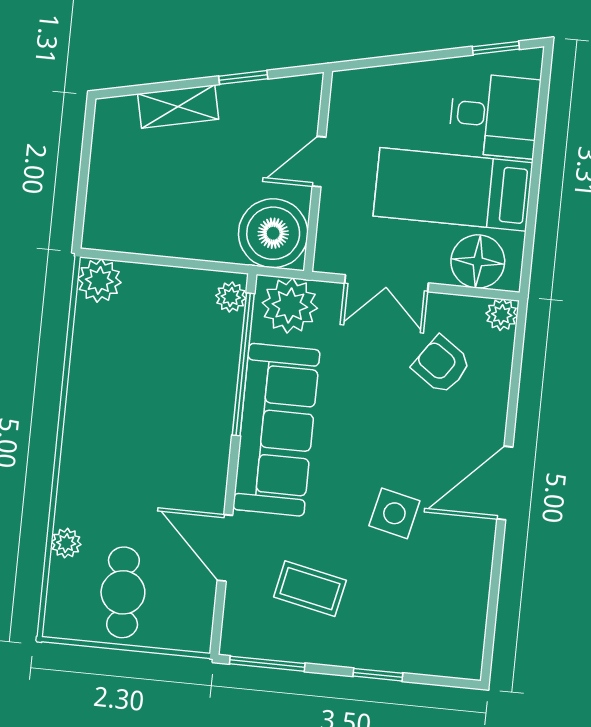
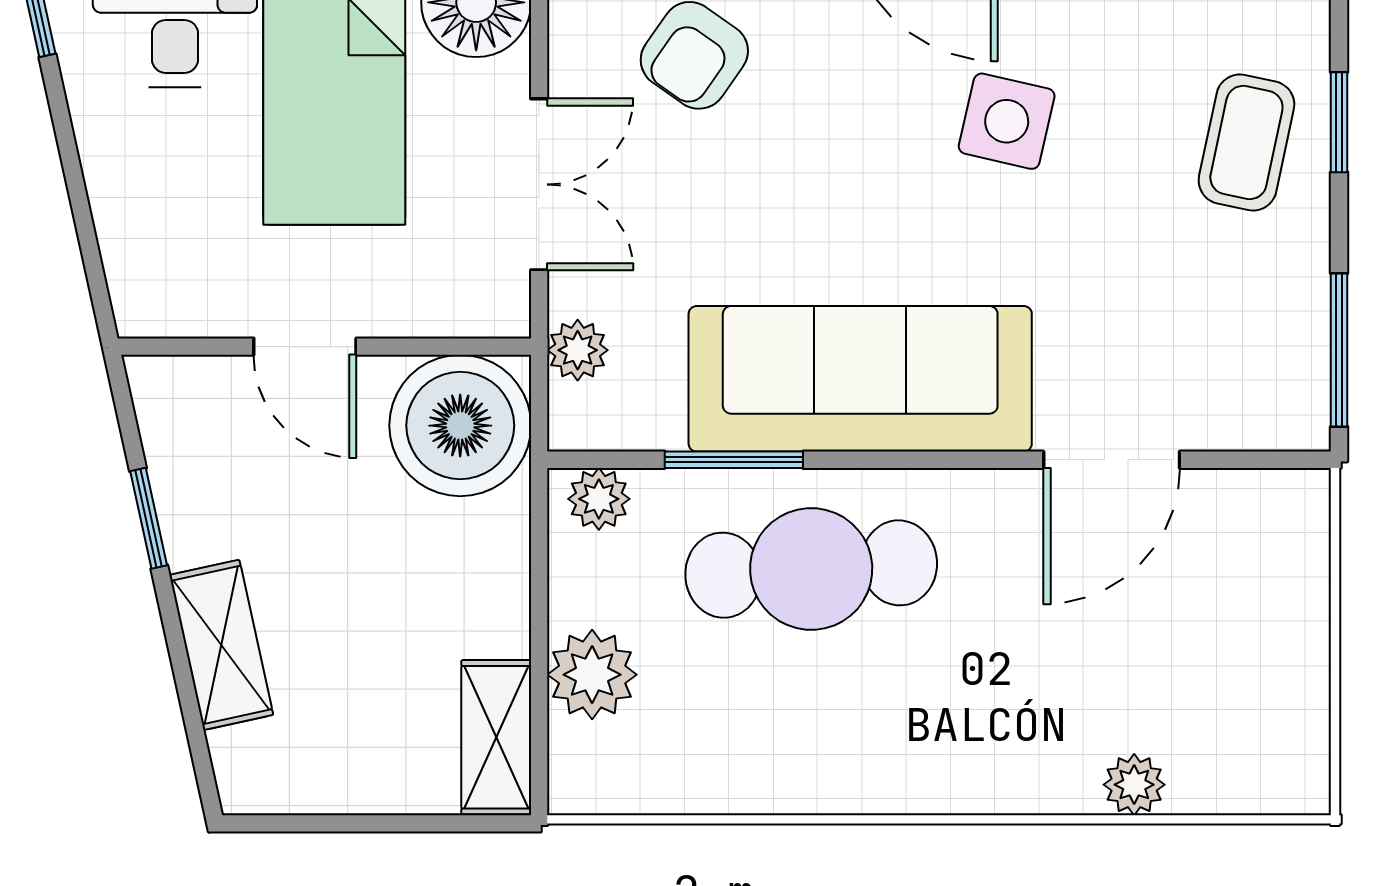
shelving: (120, 236) -> (496, 737), added
plant: (99, 281) -> (592, 675), moved
plant: (290, 305) -> (578, 350), width x0.53, depth x0.53
window: (243, 364) -> (734, 460), width x0.47
coffee table: (310, 589) -> (1246, 142), moved
cafe table: (123, 592) -> (811, 569), moved, width x1.37, depth x1.35

